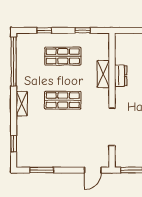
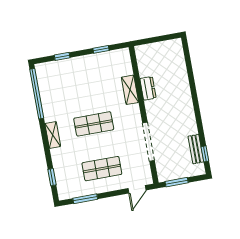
shop shelf: (63, 56) -> (102, 169), moved

